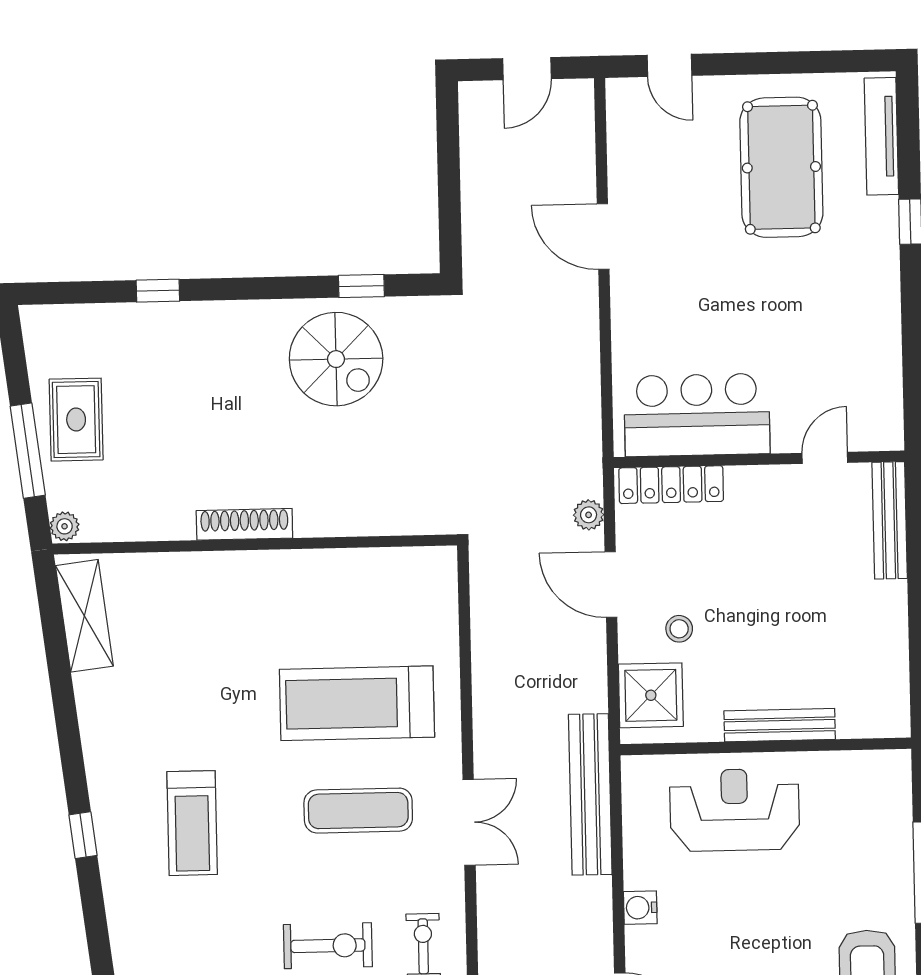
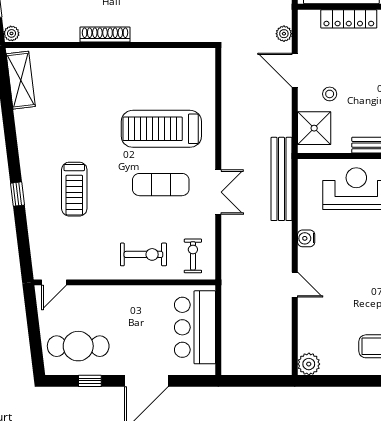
locker: (671, 485) -> (349, 19), moved

